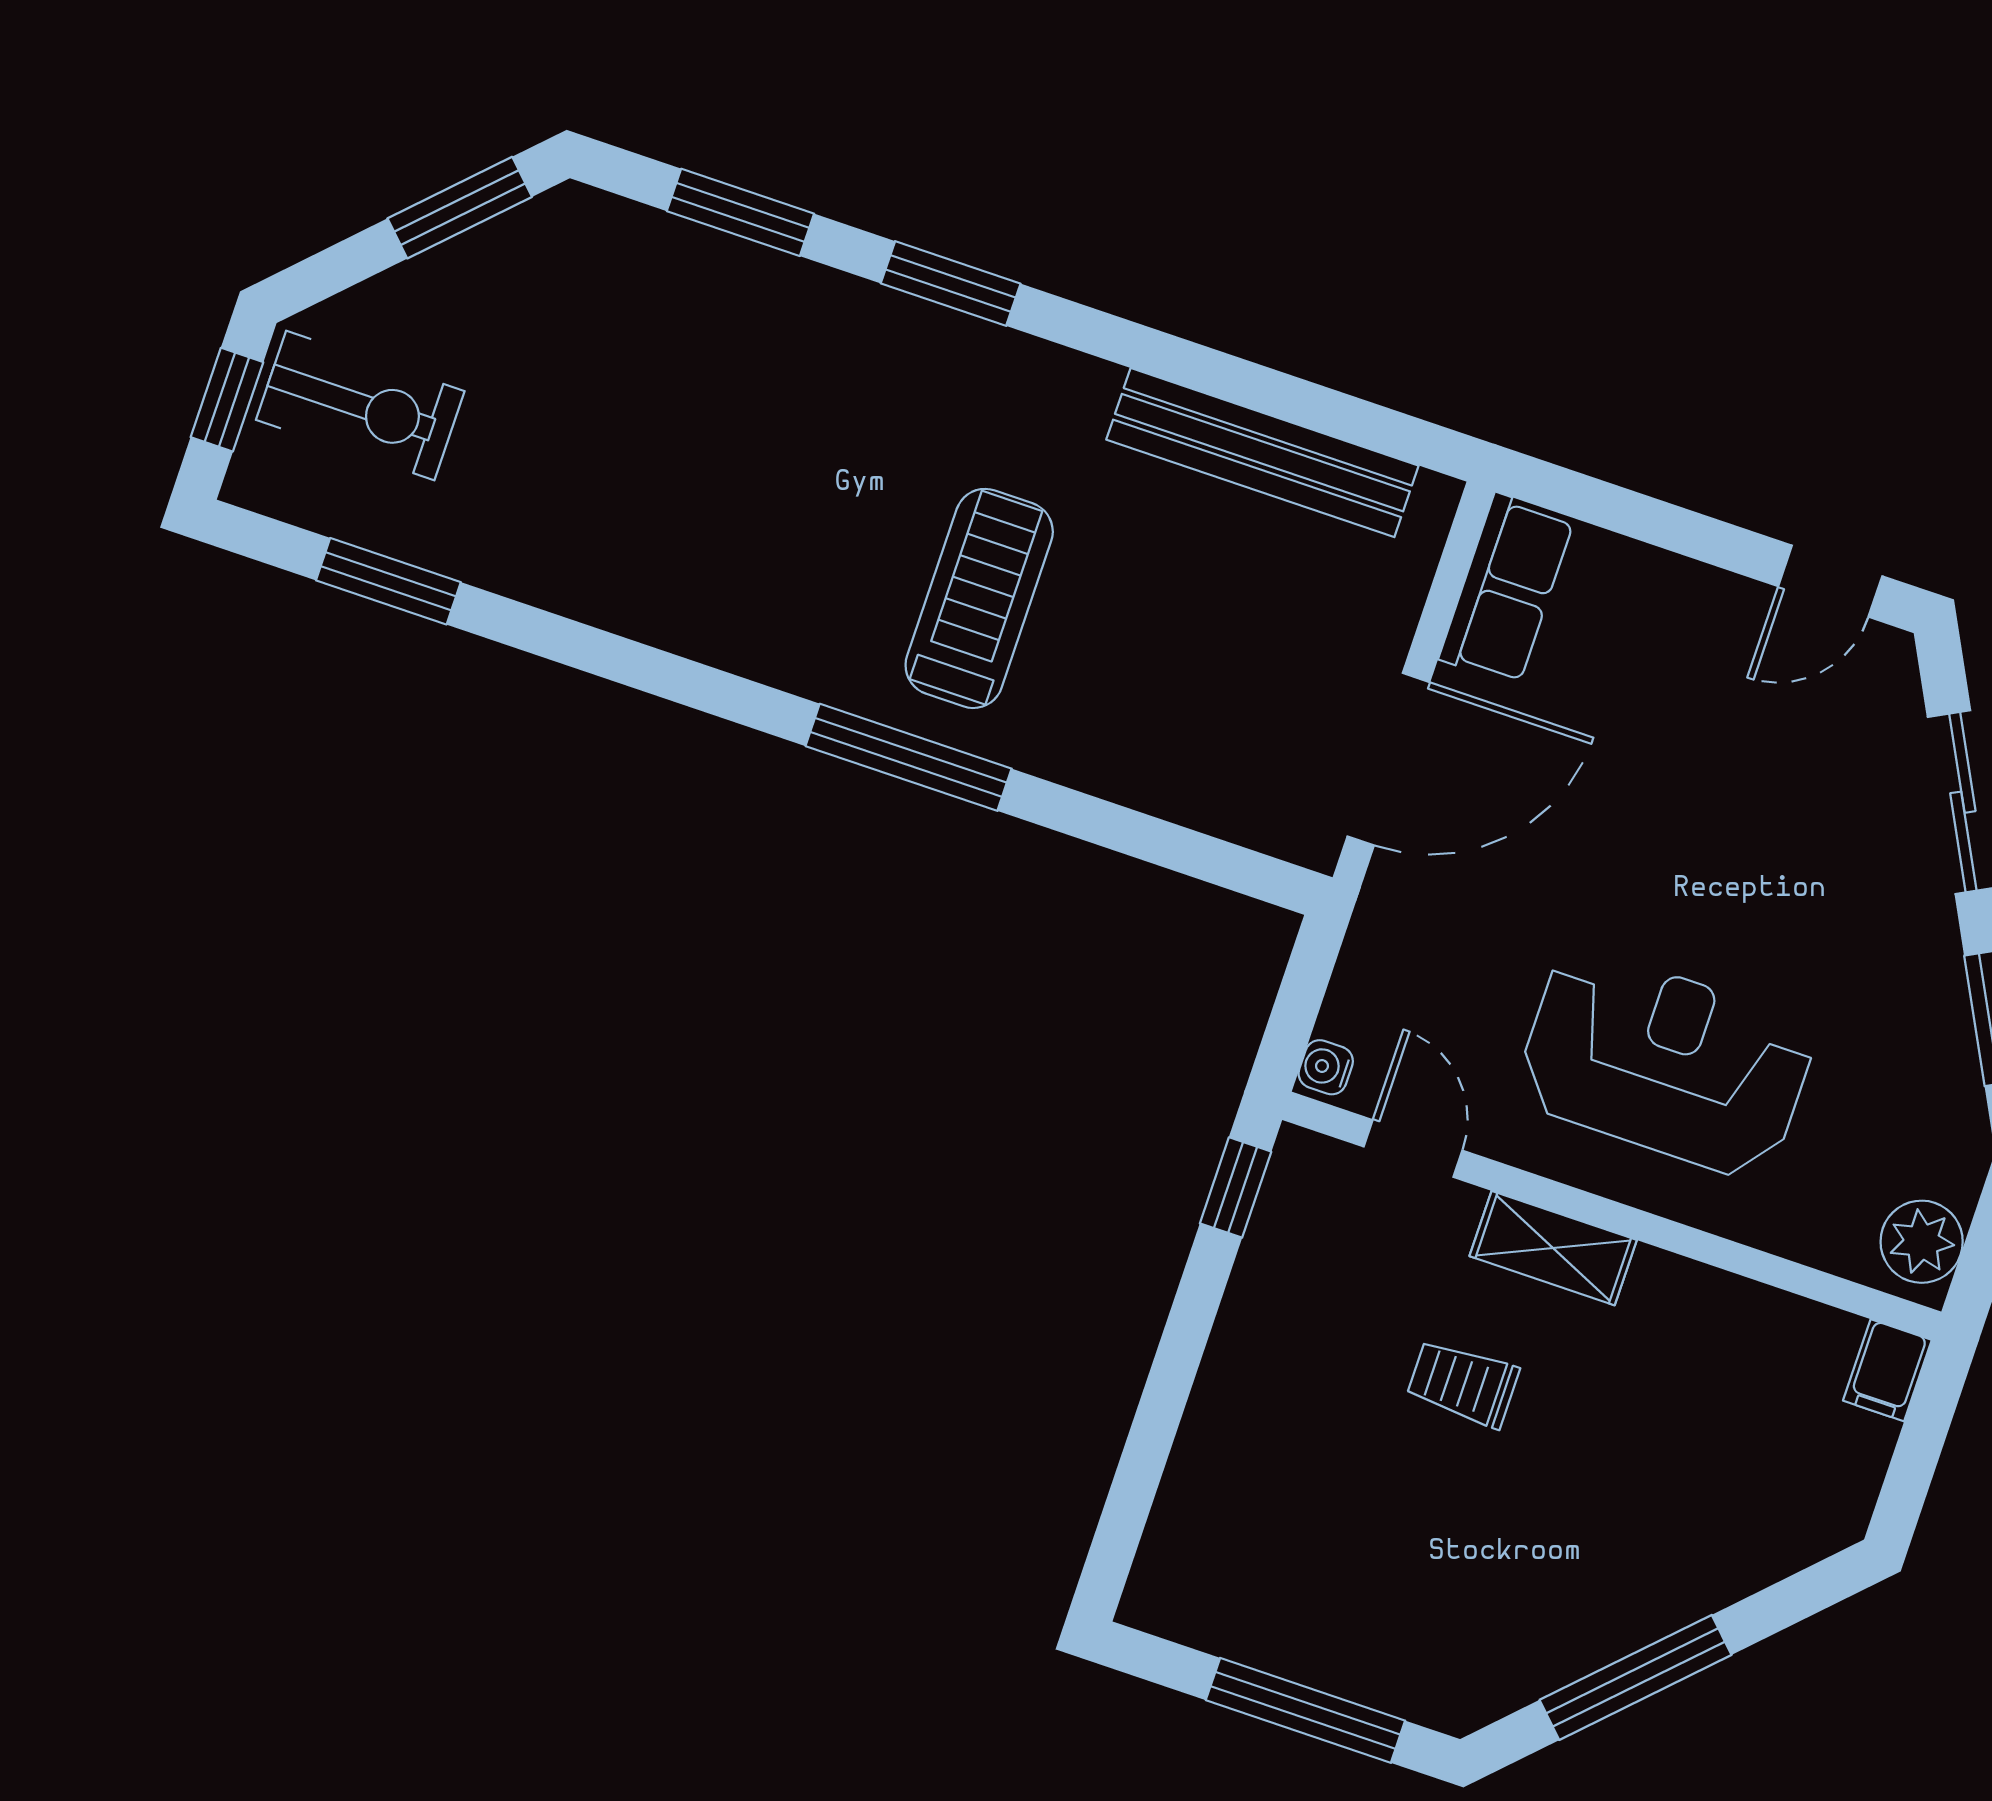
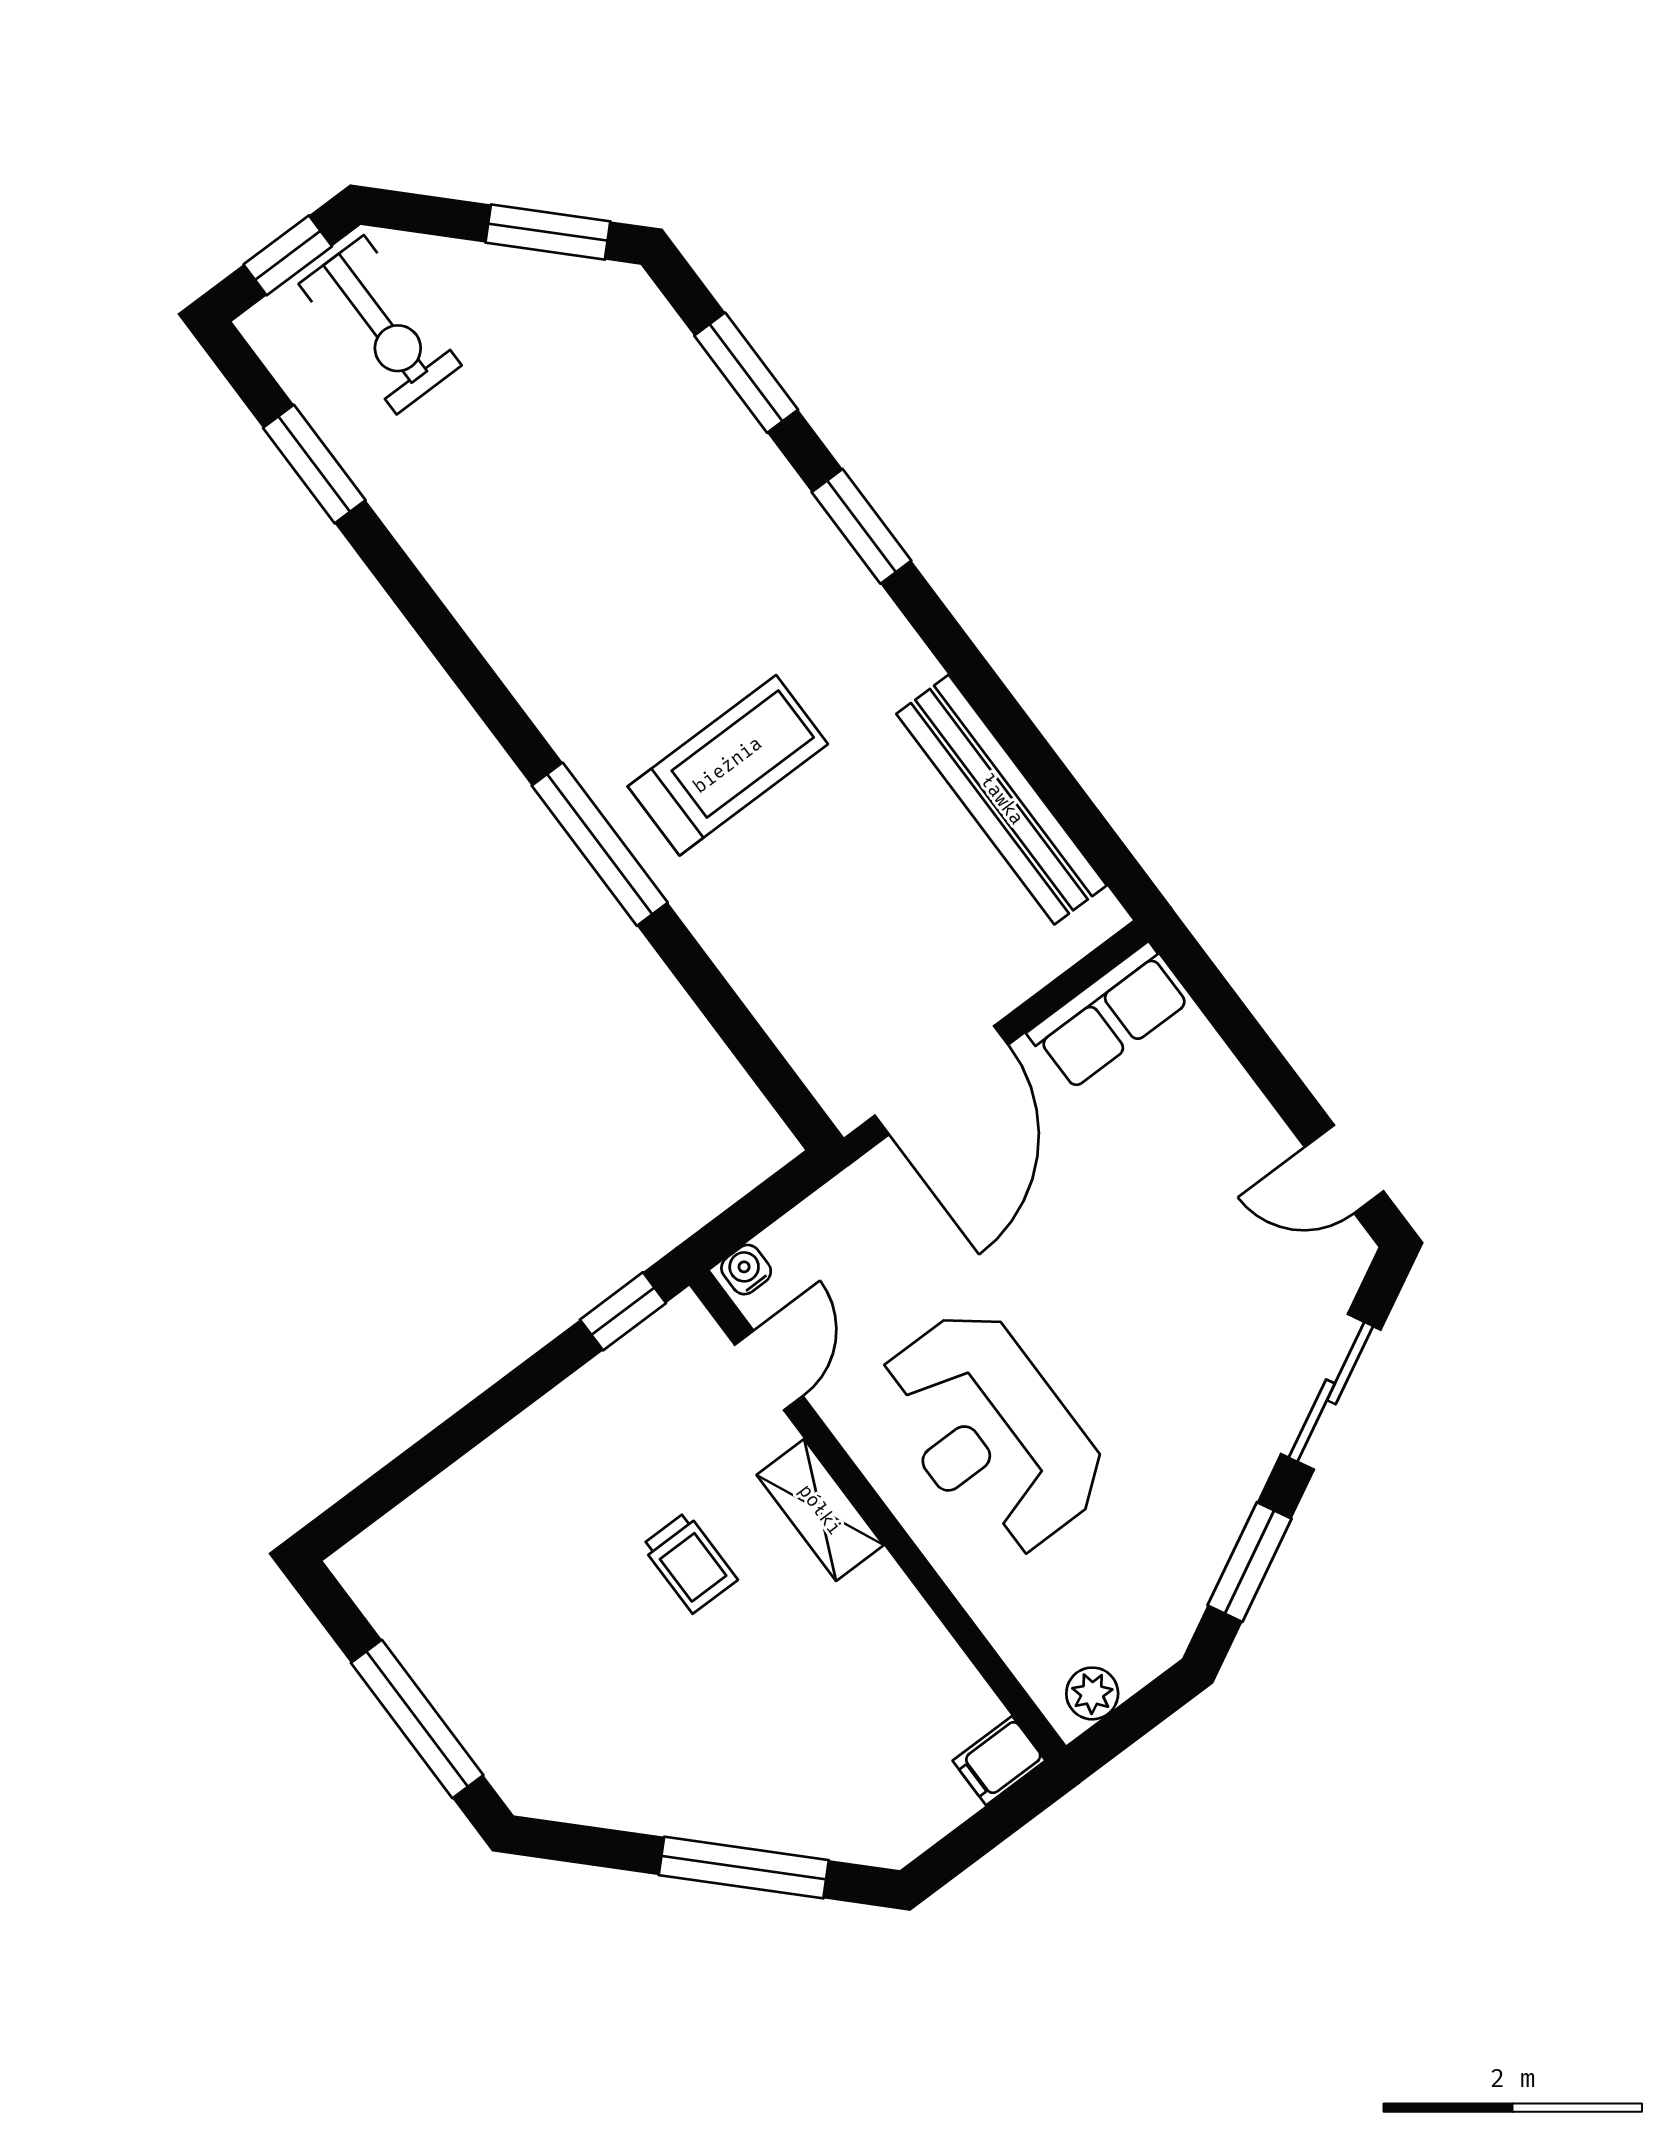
door: (1388, 759) -> (942, 1080), hinge flipped
reception desk: (1665, 1063) -> (991, 1433), turned 180
plant: (1922, 1242) -> (1092, 1693), width x0.73, depth x0.73
trolley: (1463, 1383) -> (690, 1563), turned 180
window: (1636, 1677) -> (744, 1868), moved

